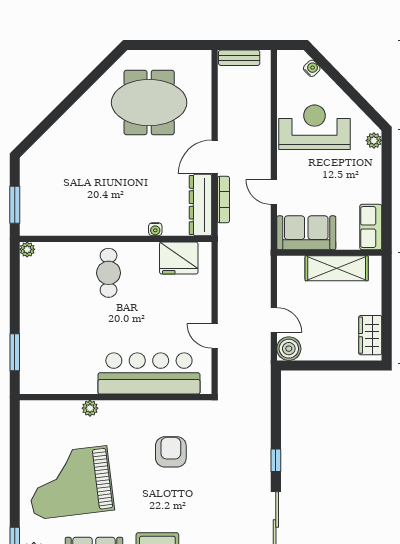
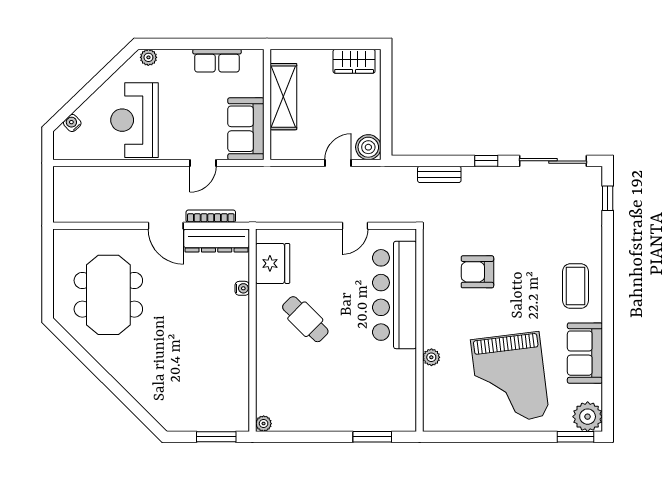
bench: (239, 58) -> (439, 174), moved, turned 90
row of seats: (371, 227) -> (217, 61), moved
cafe table: (109, 273) -> (305, 319), moved, turned 45

